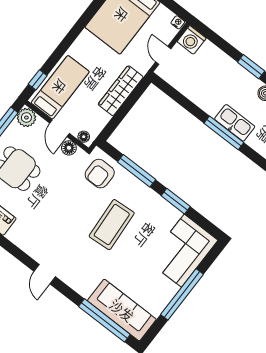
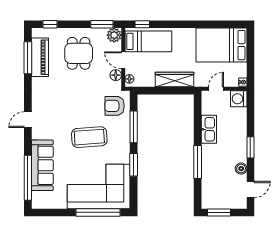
kitchen sink: (235, 123) -> (209, 129), moved
door: (60, 128) -> (123, 60), hinge flipped
corner sofa: (183, 251) -> (99, 187), width x1.36, depth x1.36
window: (182, 294) -> (98, 212), moved
sofa: (122, 310) -> (42, 165), moved

